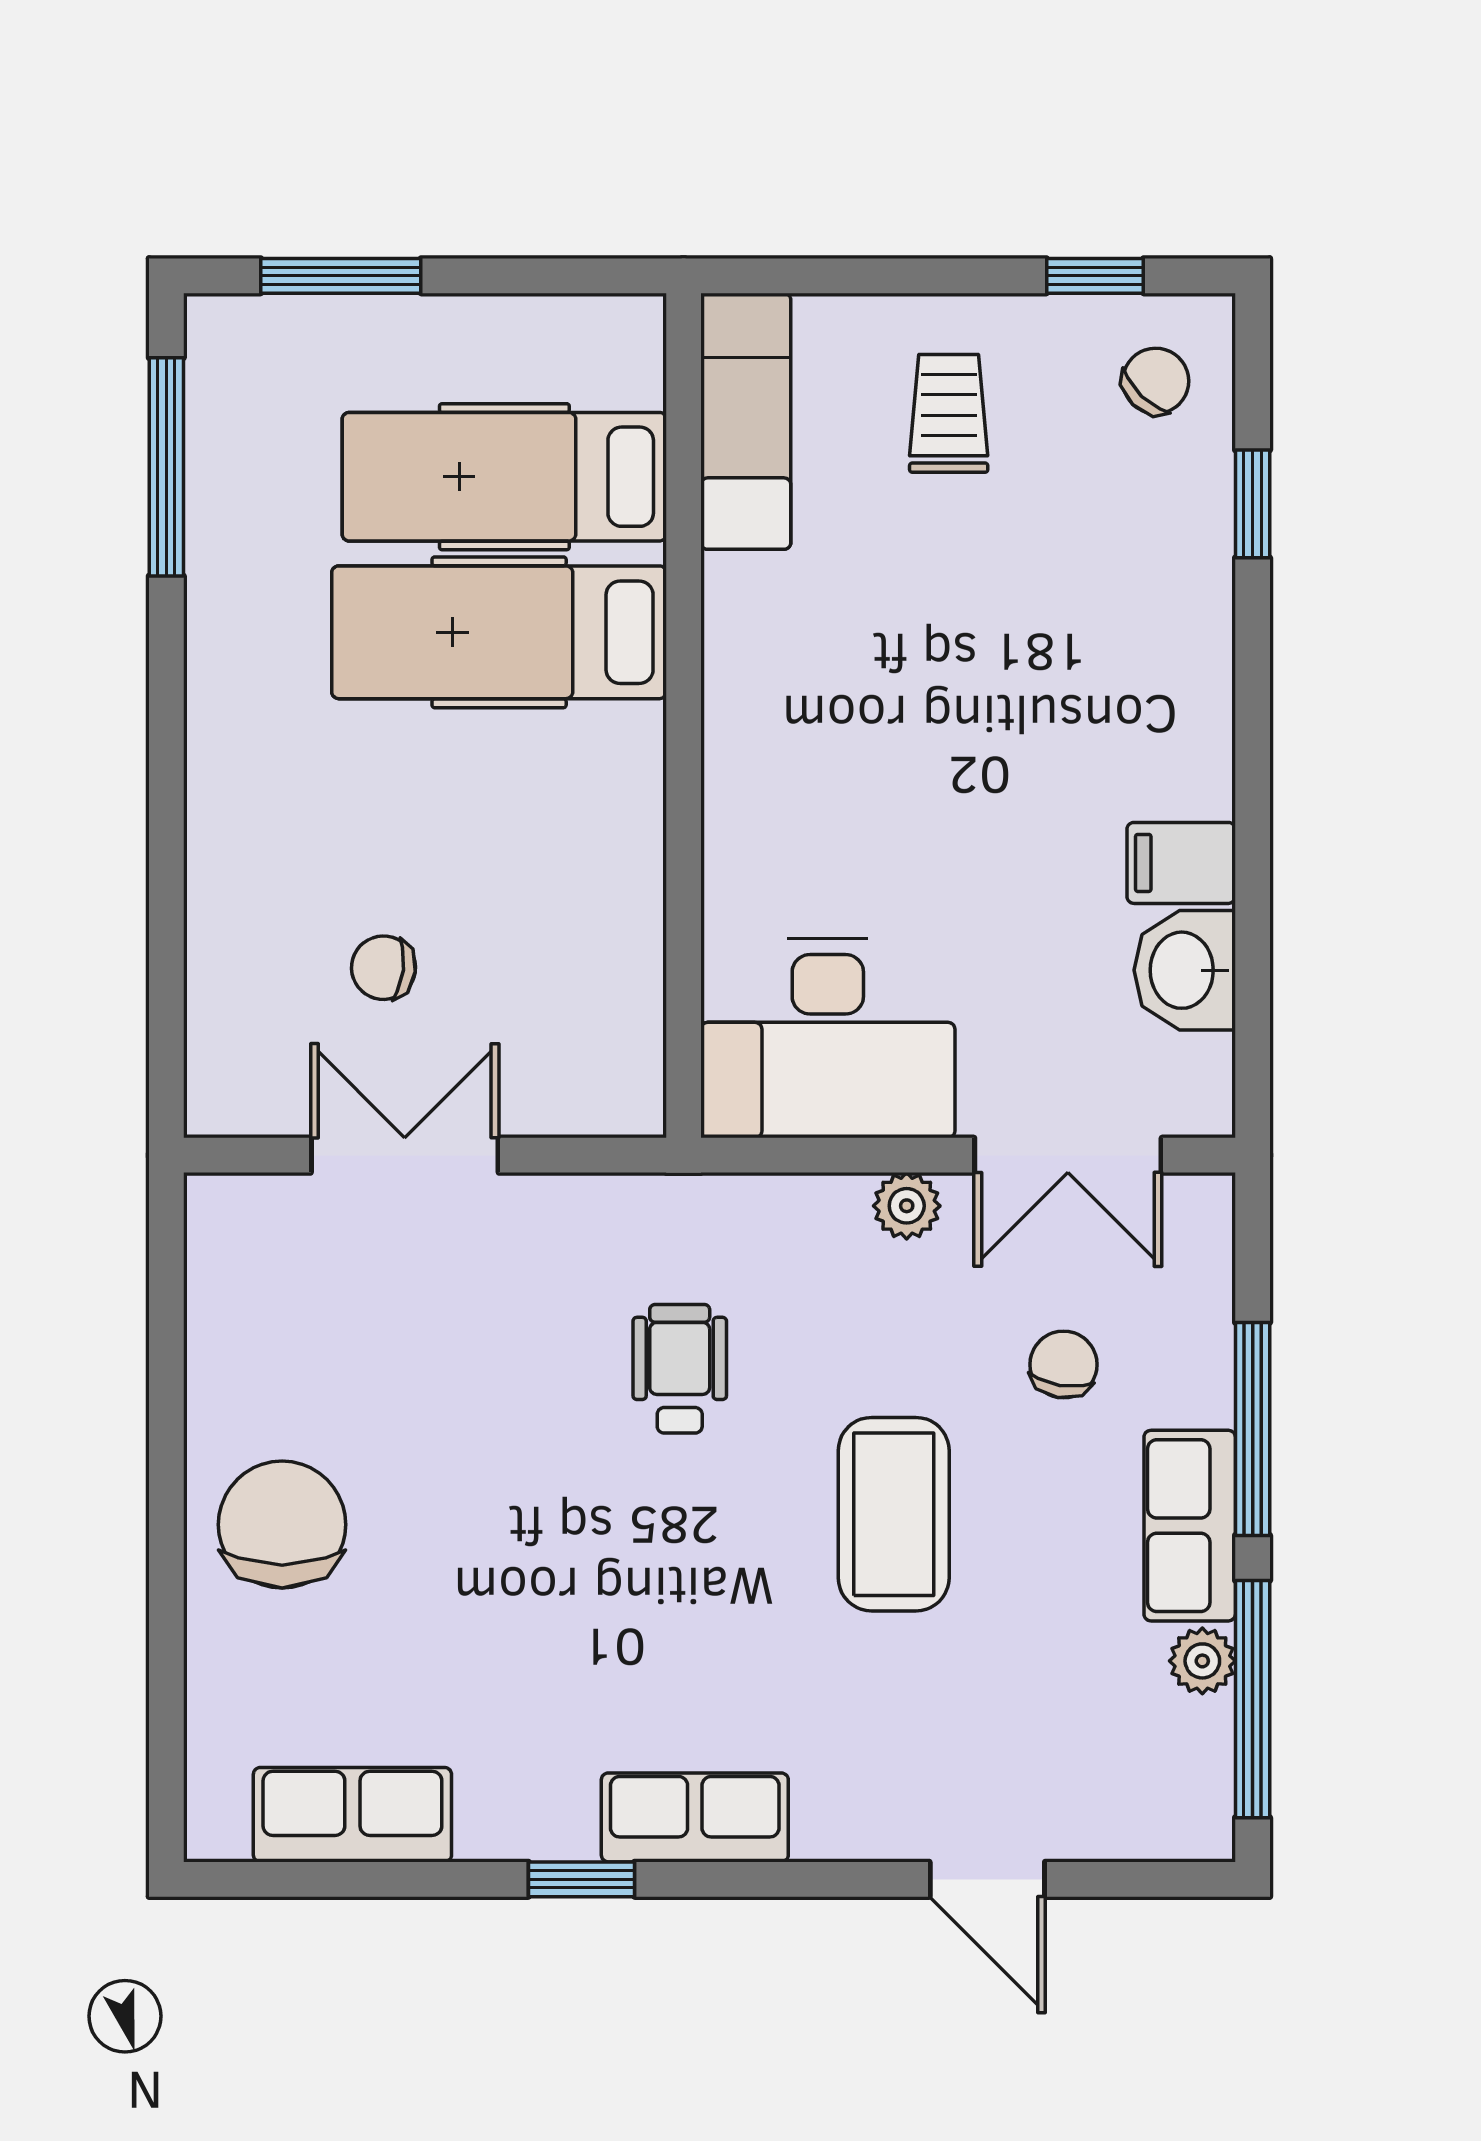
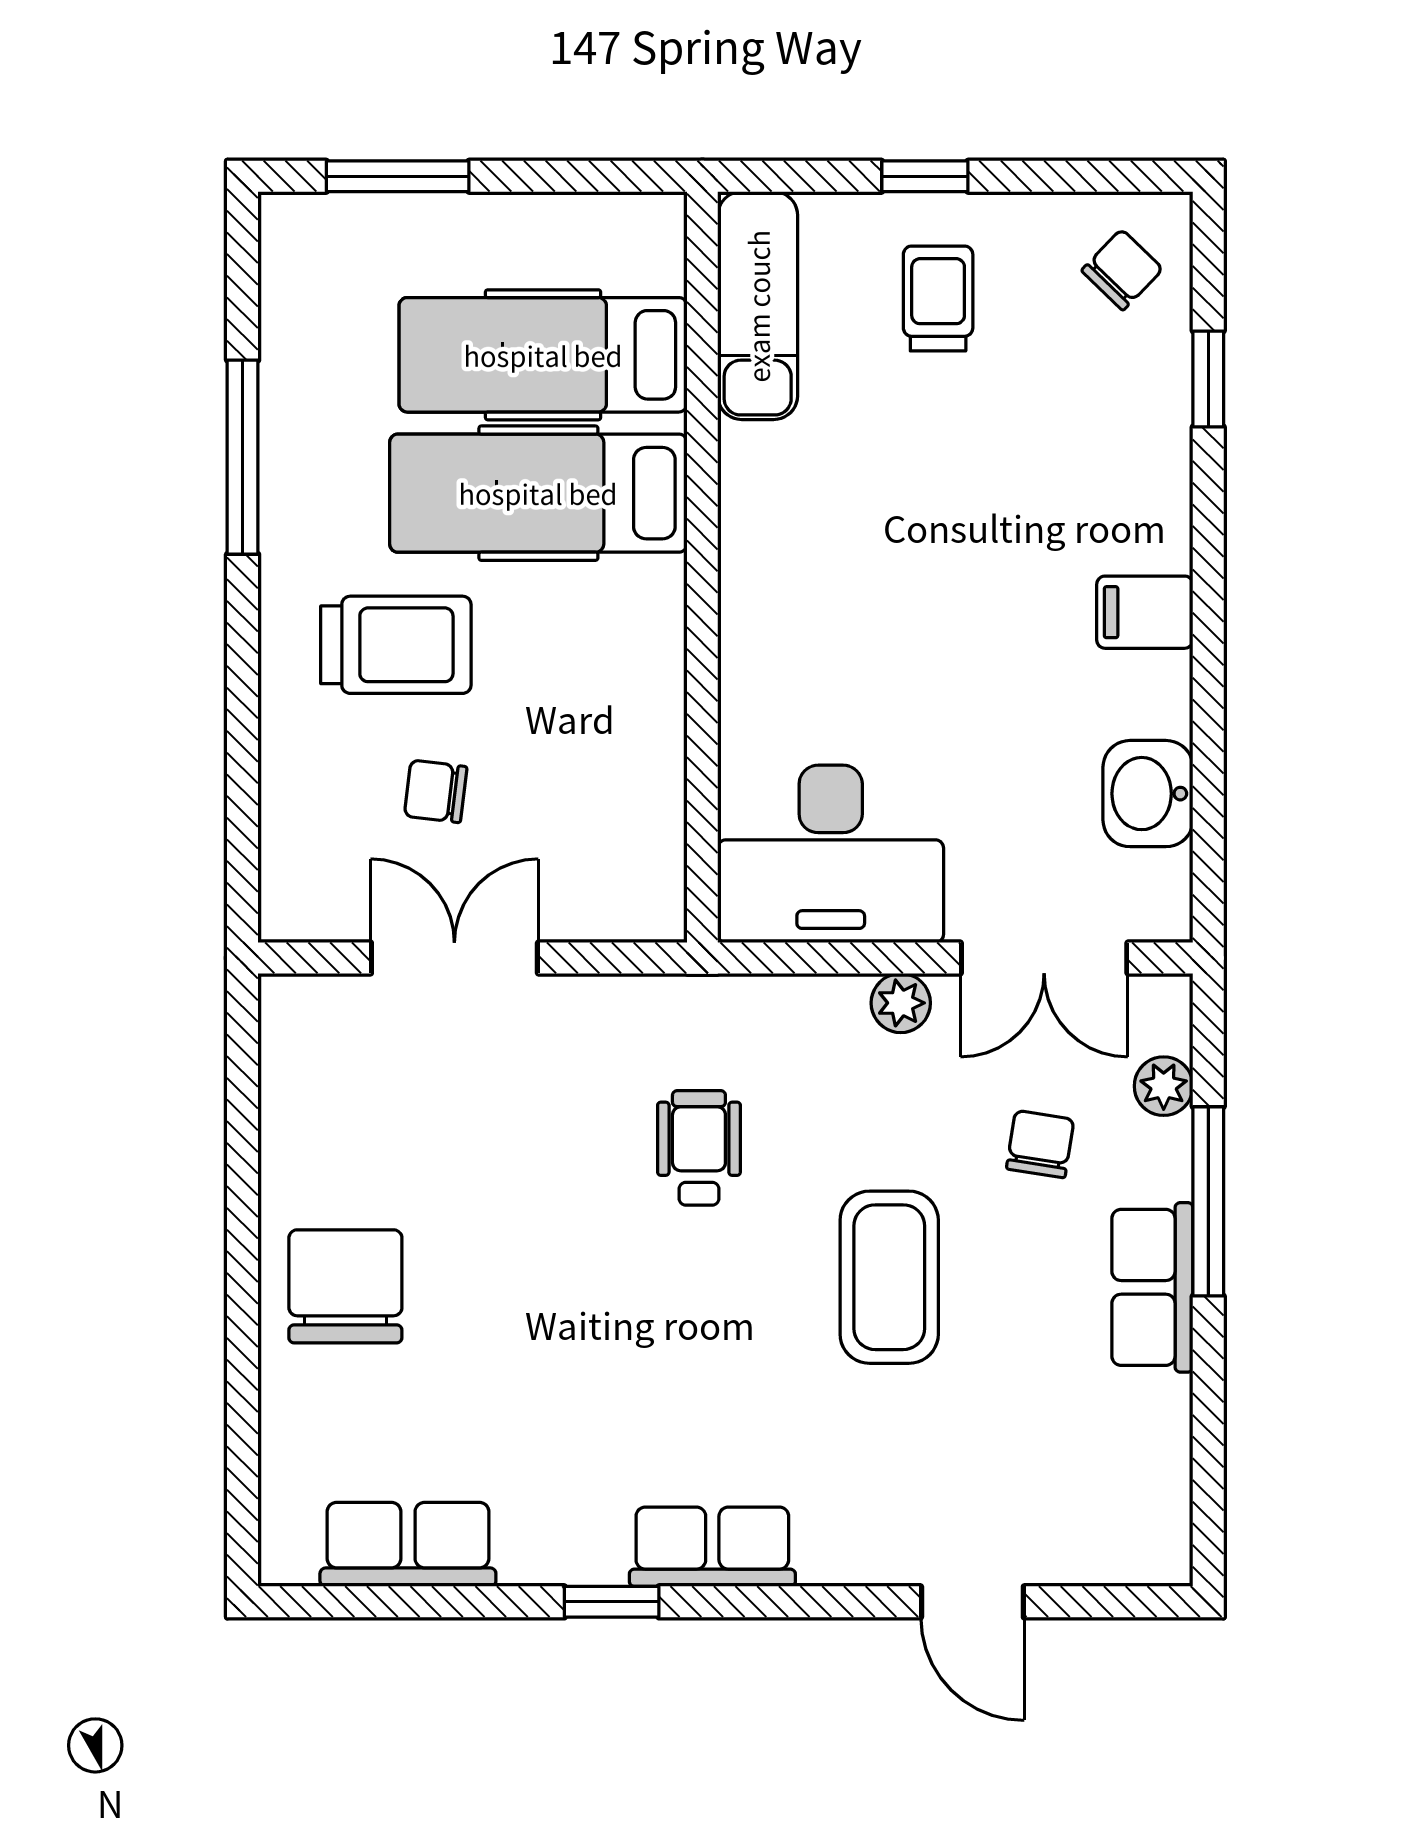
window: (1095, 276) -> (925, 176), moved
window: (166, 467) -> (243, 457), moved
trolley: (339, 803) -> (396, 645), added
filing cabinet: (1181, 863) -> (1145, 612), moved
plant: (1202, 1661) -> (1164, 1086), moved
window: (1253, 1699) -> (1208, 1442), removed

